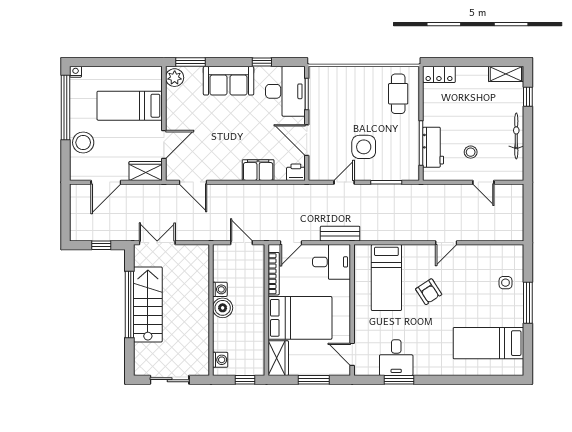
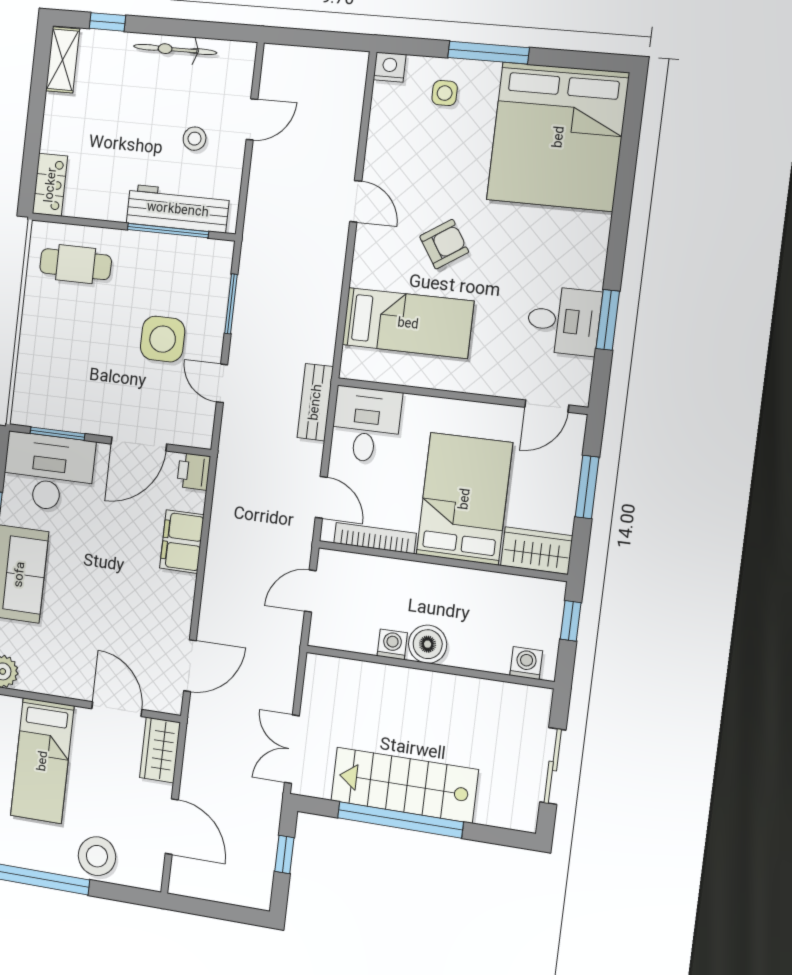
workbench: (433, 147) -> (178, 209), width x1.38
nightstand: (516, 252) -> (390, 67), added
bed: (488, 343) -> (558, 137), width x2.04

